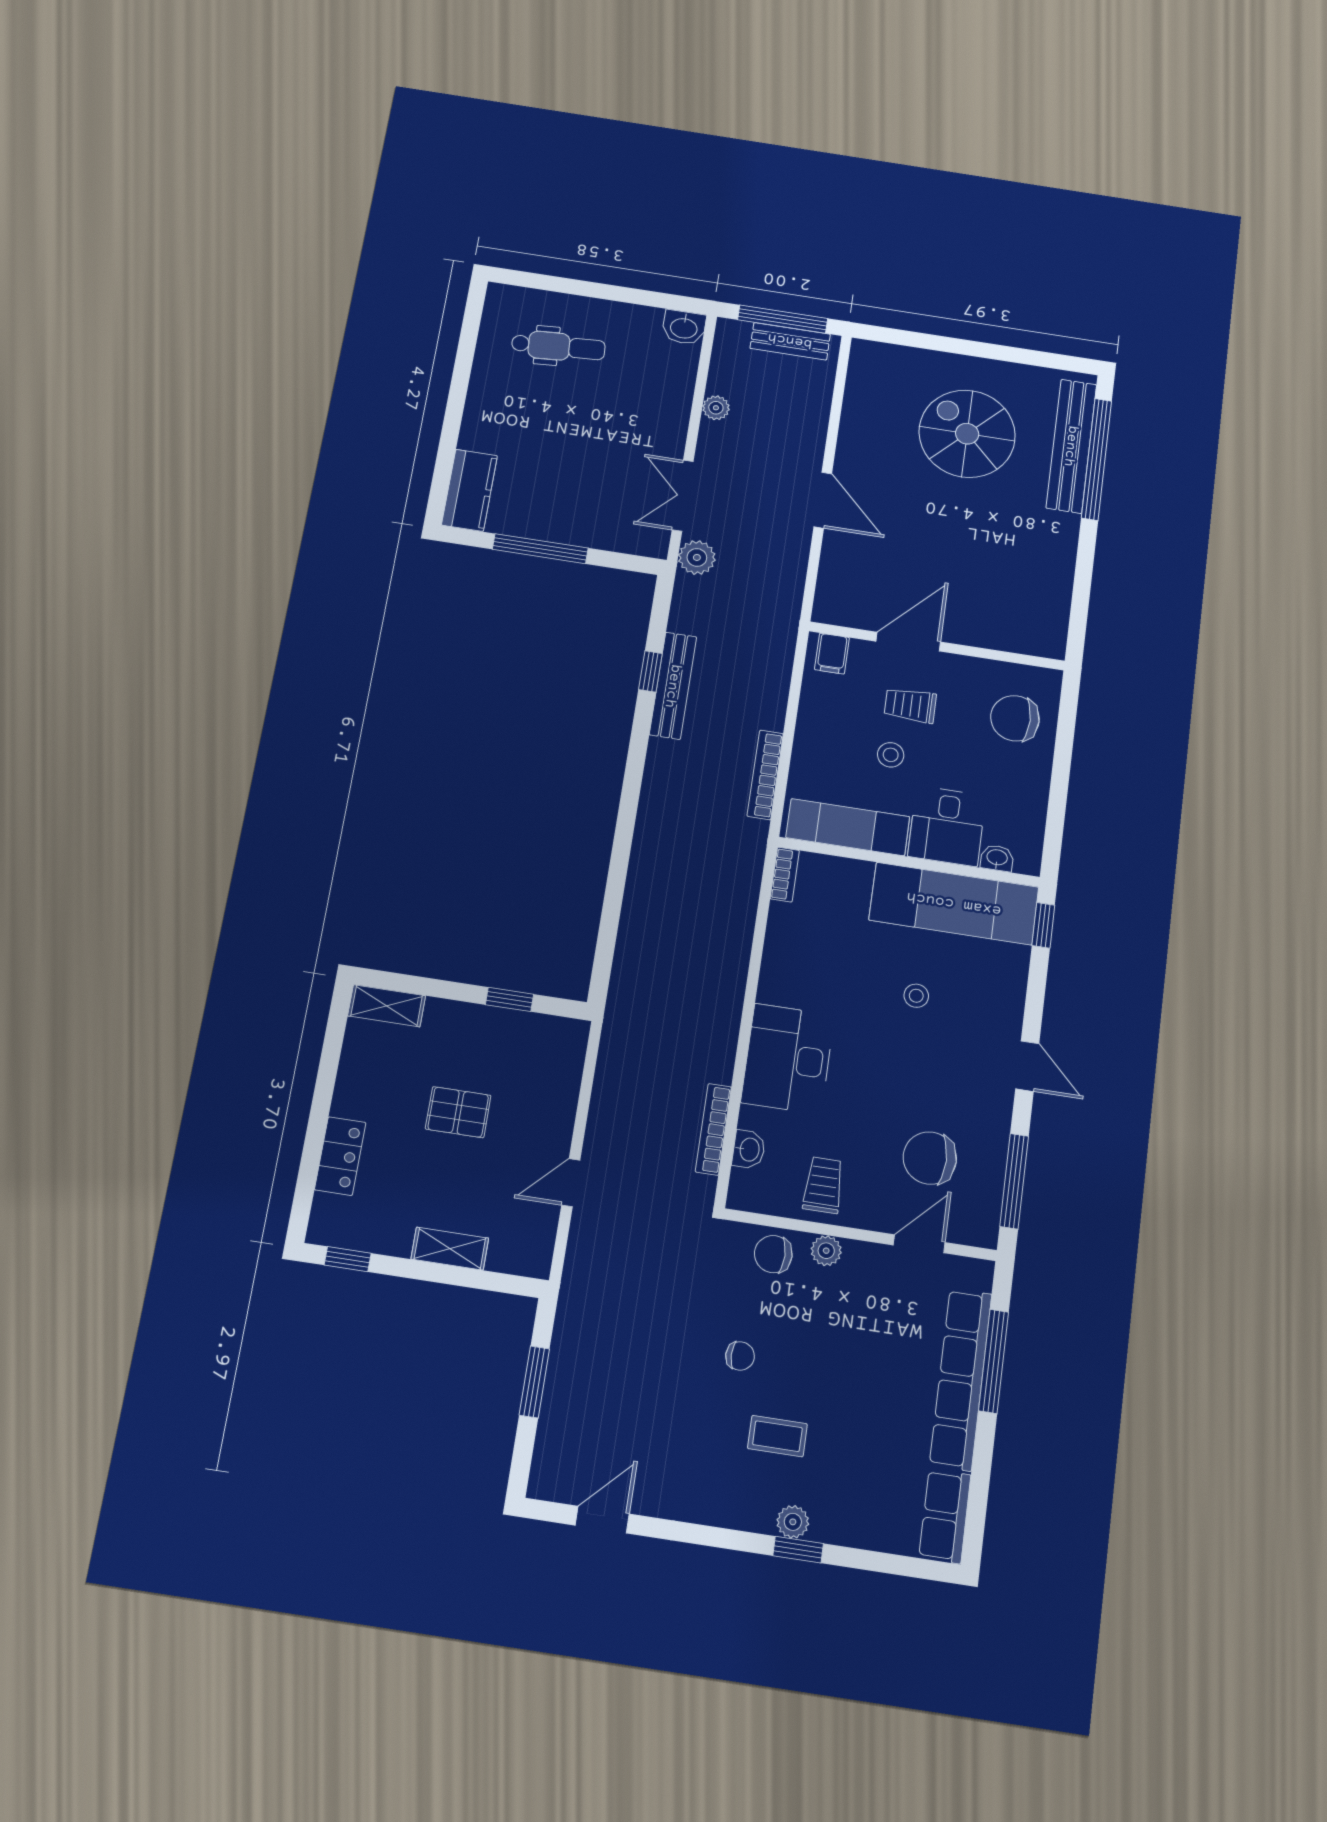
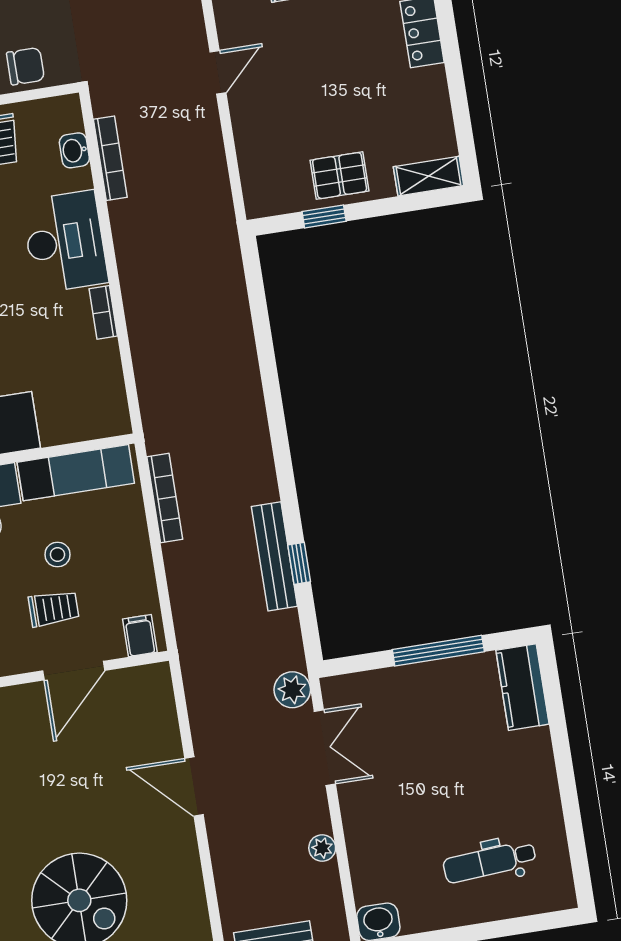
bookcase: (785, 875) -> (103, 312), moved
pallet: (458, 1112) -> (340, 176), moved

